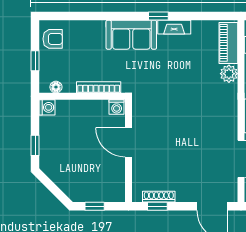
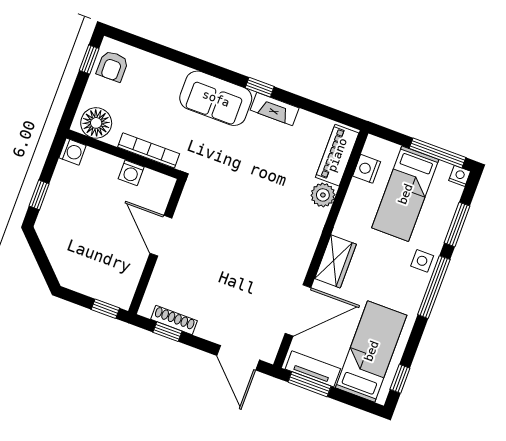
armchair: (53, 39) -> (112, 66), turned 90
window: (35, 61) -> (89, 59), moved
floor lamp: (56, 87) -> (96, 123), width x1.89, depth x1.89
washing machine: (117, 107) -> (131, 173), moved
window: (95, 206) -> (105, 309), moved

